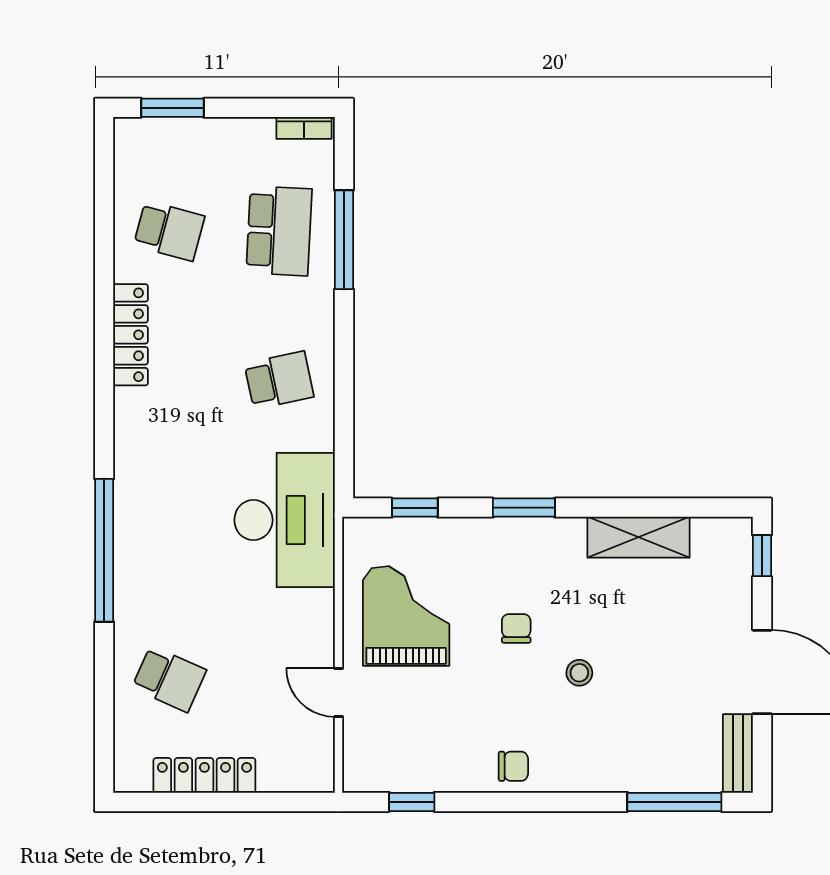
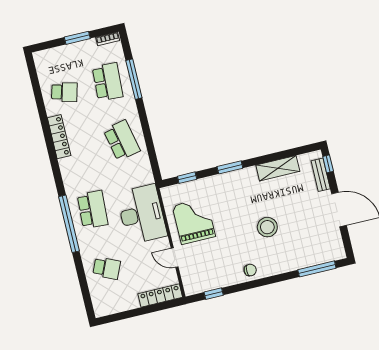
window: (172, 108) -> (77, 38), moved
school desk: (279, 380) -> (122, 140), width x1.85
desk: (285, 520) -> (142, 214), moved
school desk: (169, 530) -> (93, 210), added
chair: (516, 628) -> (238, 216), removed
stool: (579, 673) -> (267, 227), width x1.89, depth x1.89
bench: (738, 754) -> (321, 175), moved
locker: (204, 775) -> (160, 295), moved

